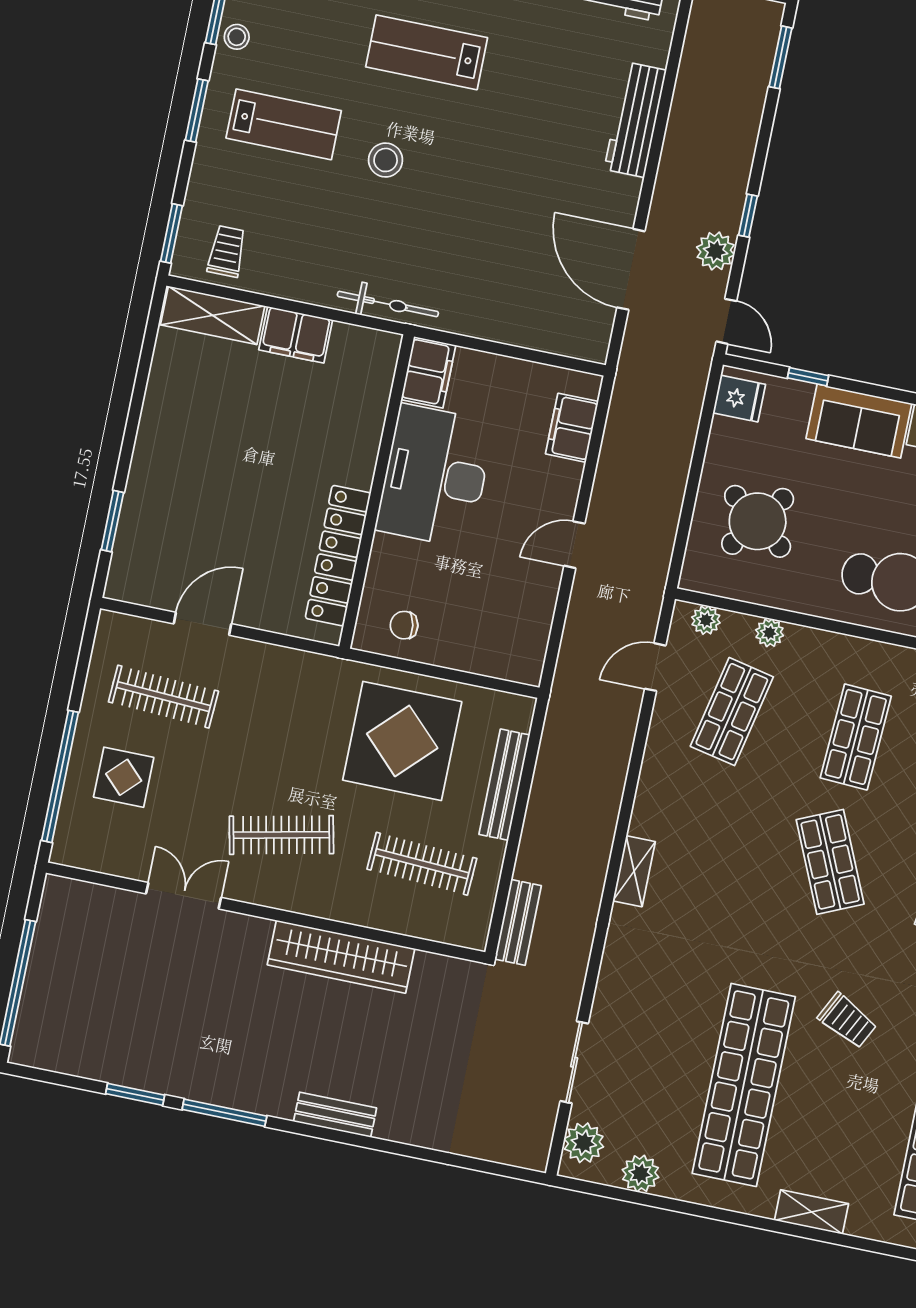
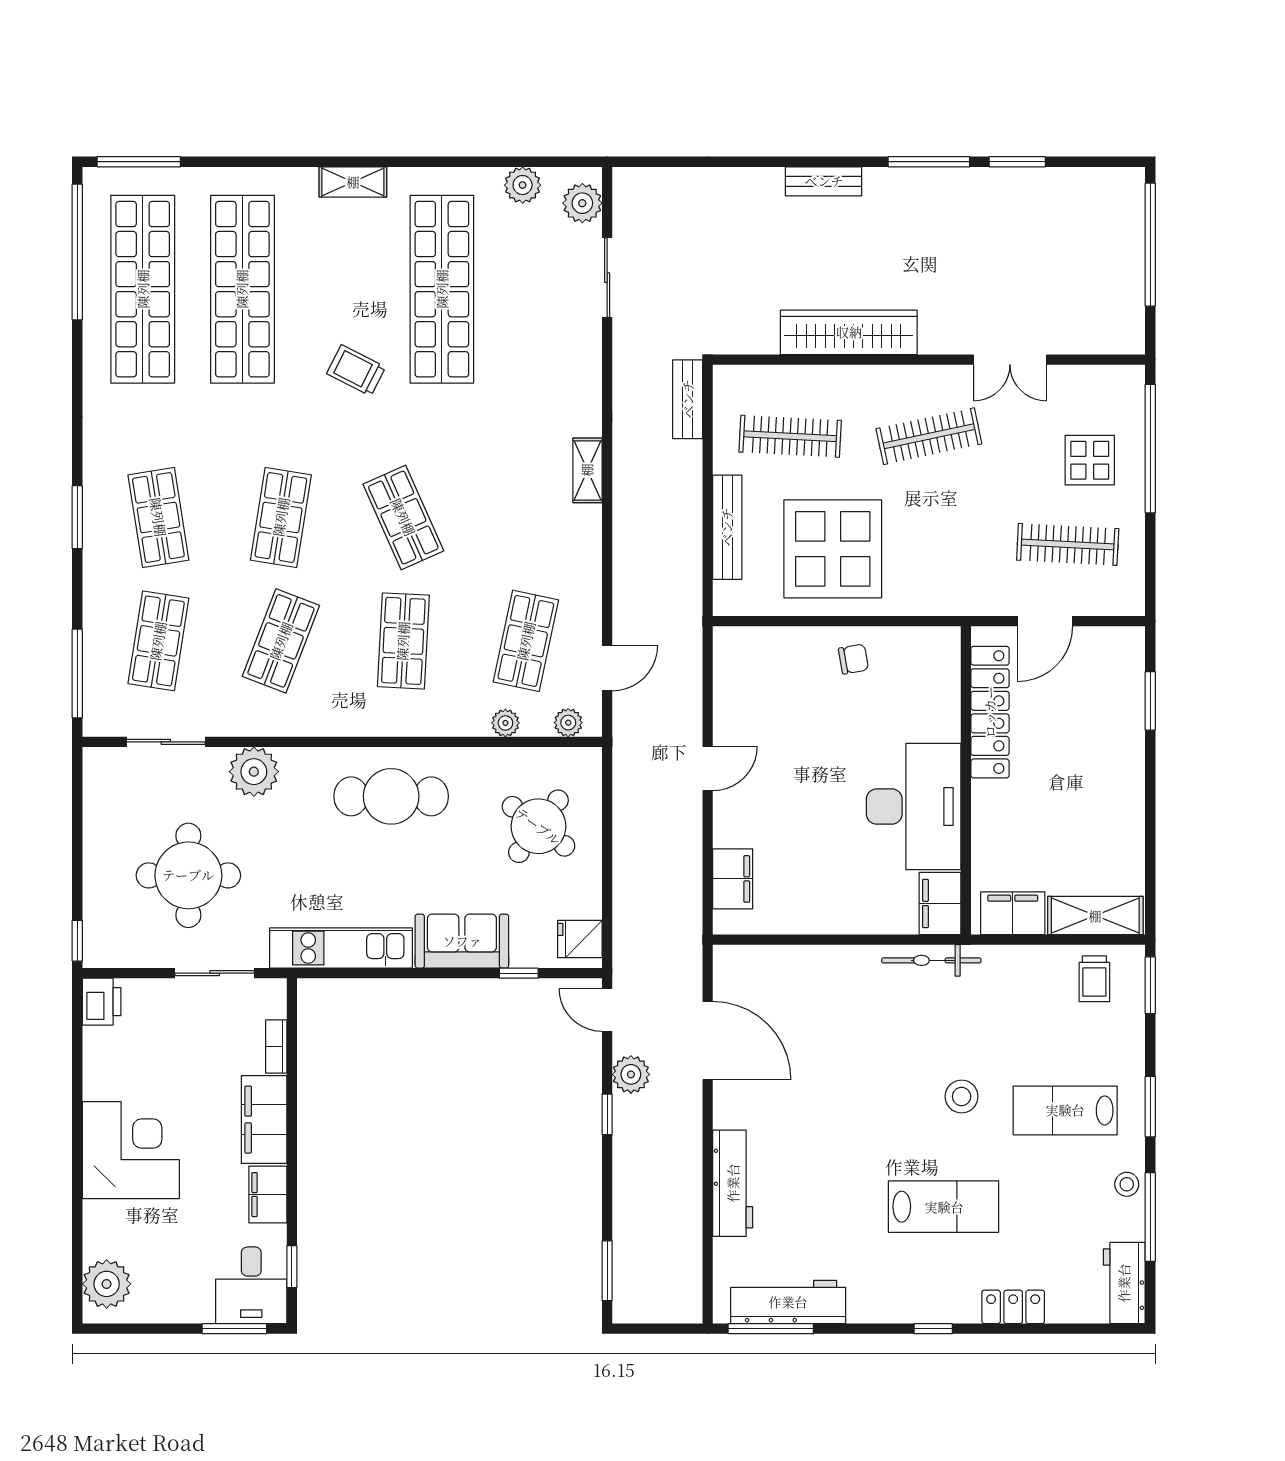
filing cabinet: (428, 372) -> (940, 903), moved
desk: (435, 476) -> (914, 807), moved
wall: (377, 492) -> (966, 780), moved
locker: (338, 556) -> (990, 712), moved

